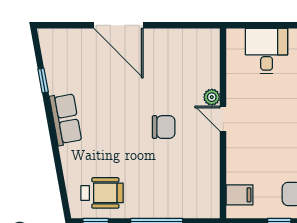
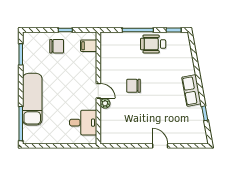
door: (119, 25) -> (160, 146), width x0.53
desk: (267, 51) -> (83, 123), moved, turned -90
wheelchair: (102, 193) -> (153, 44), moved

